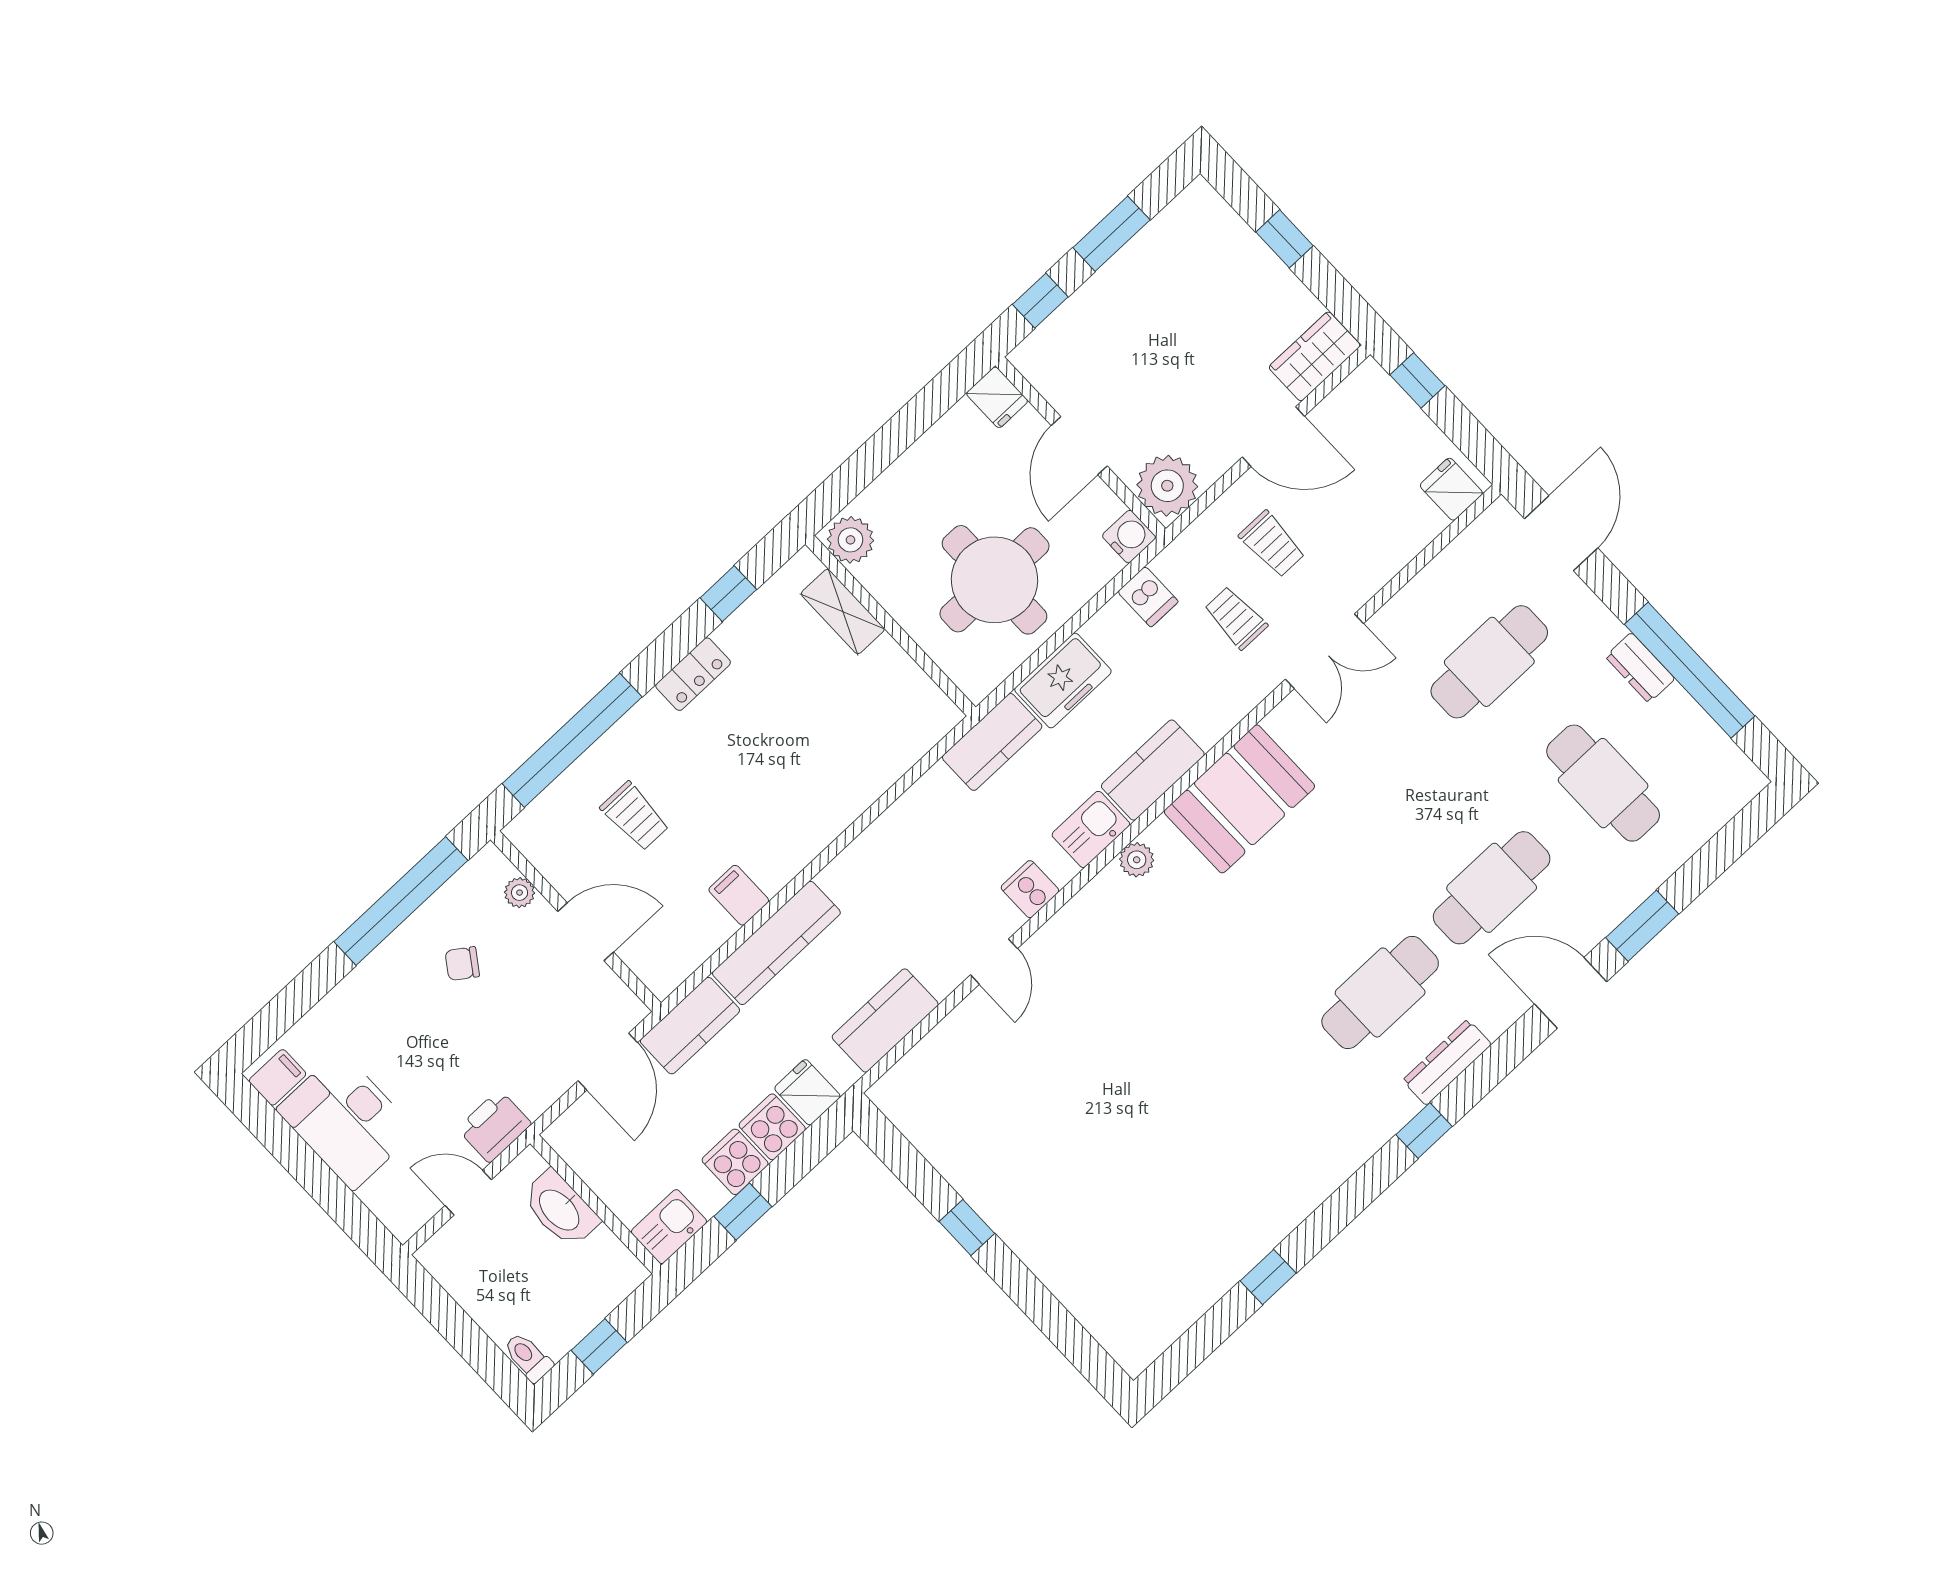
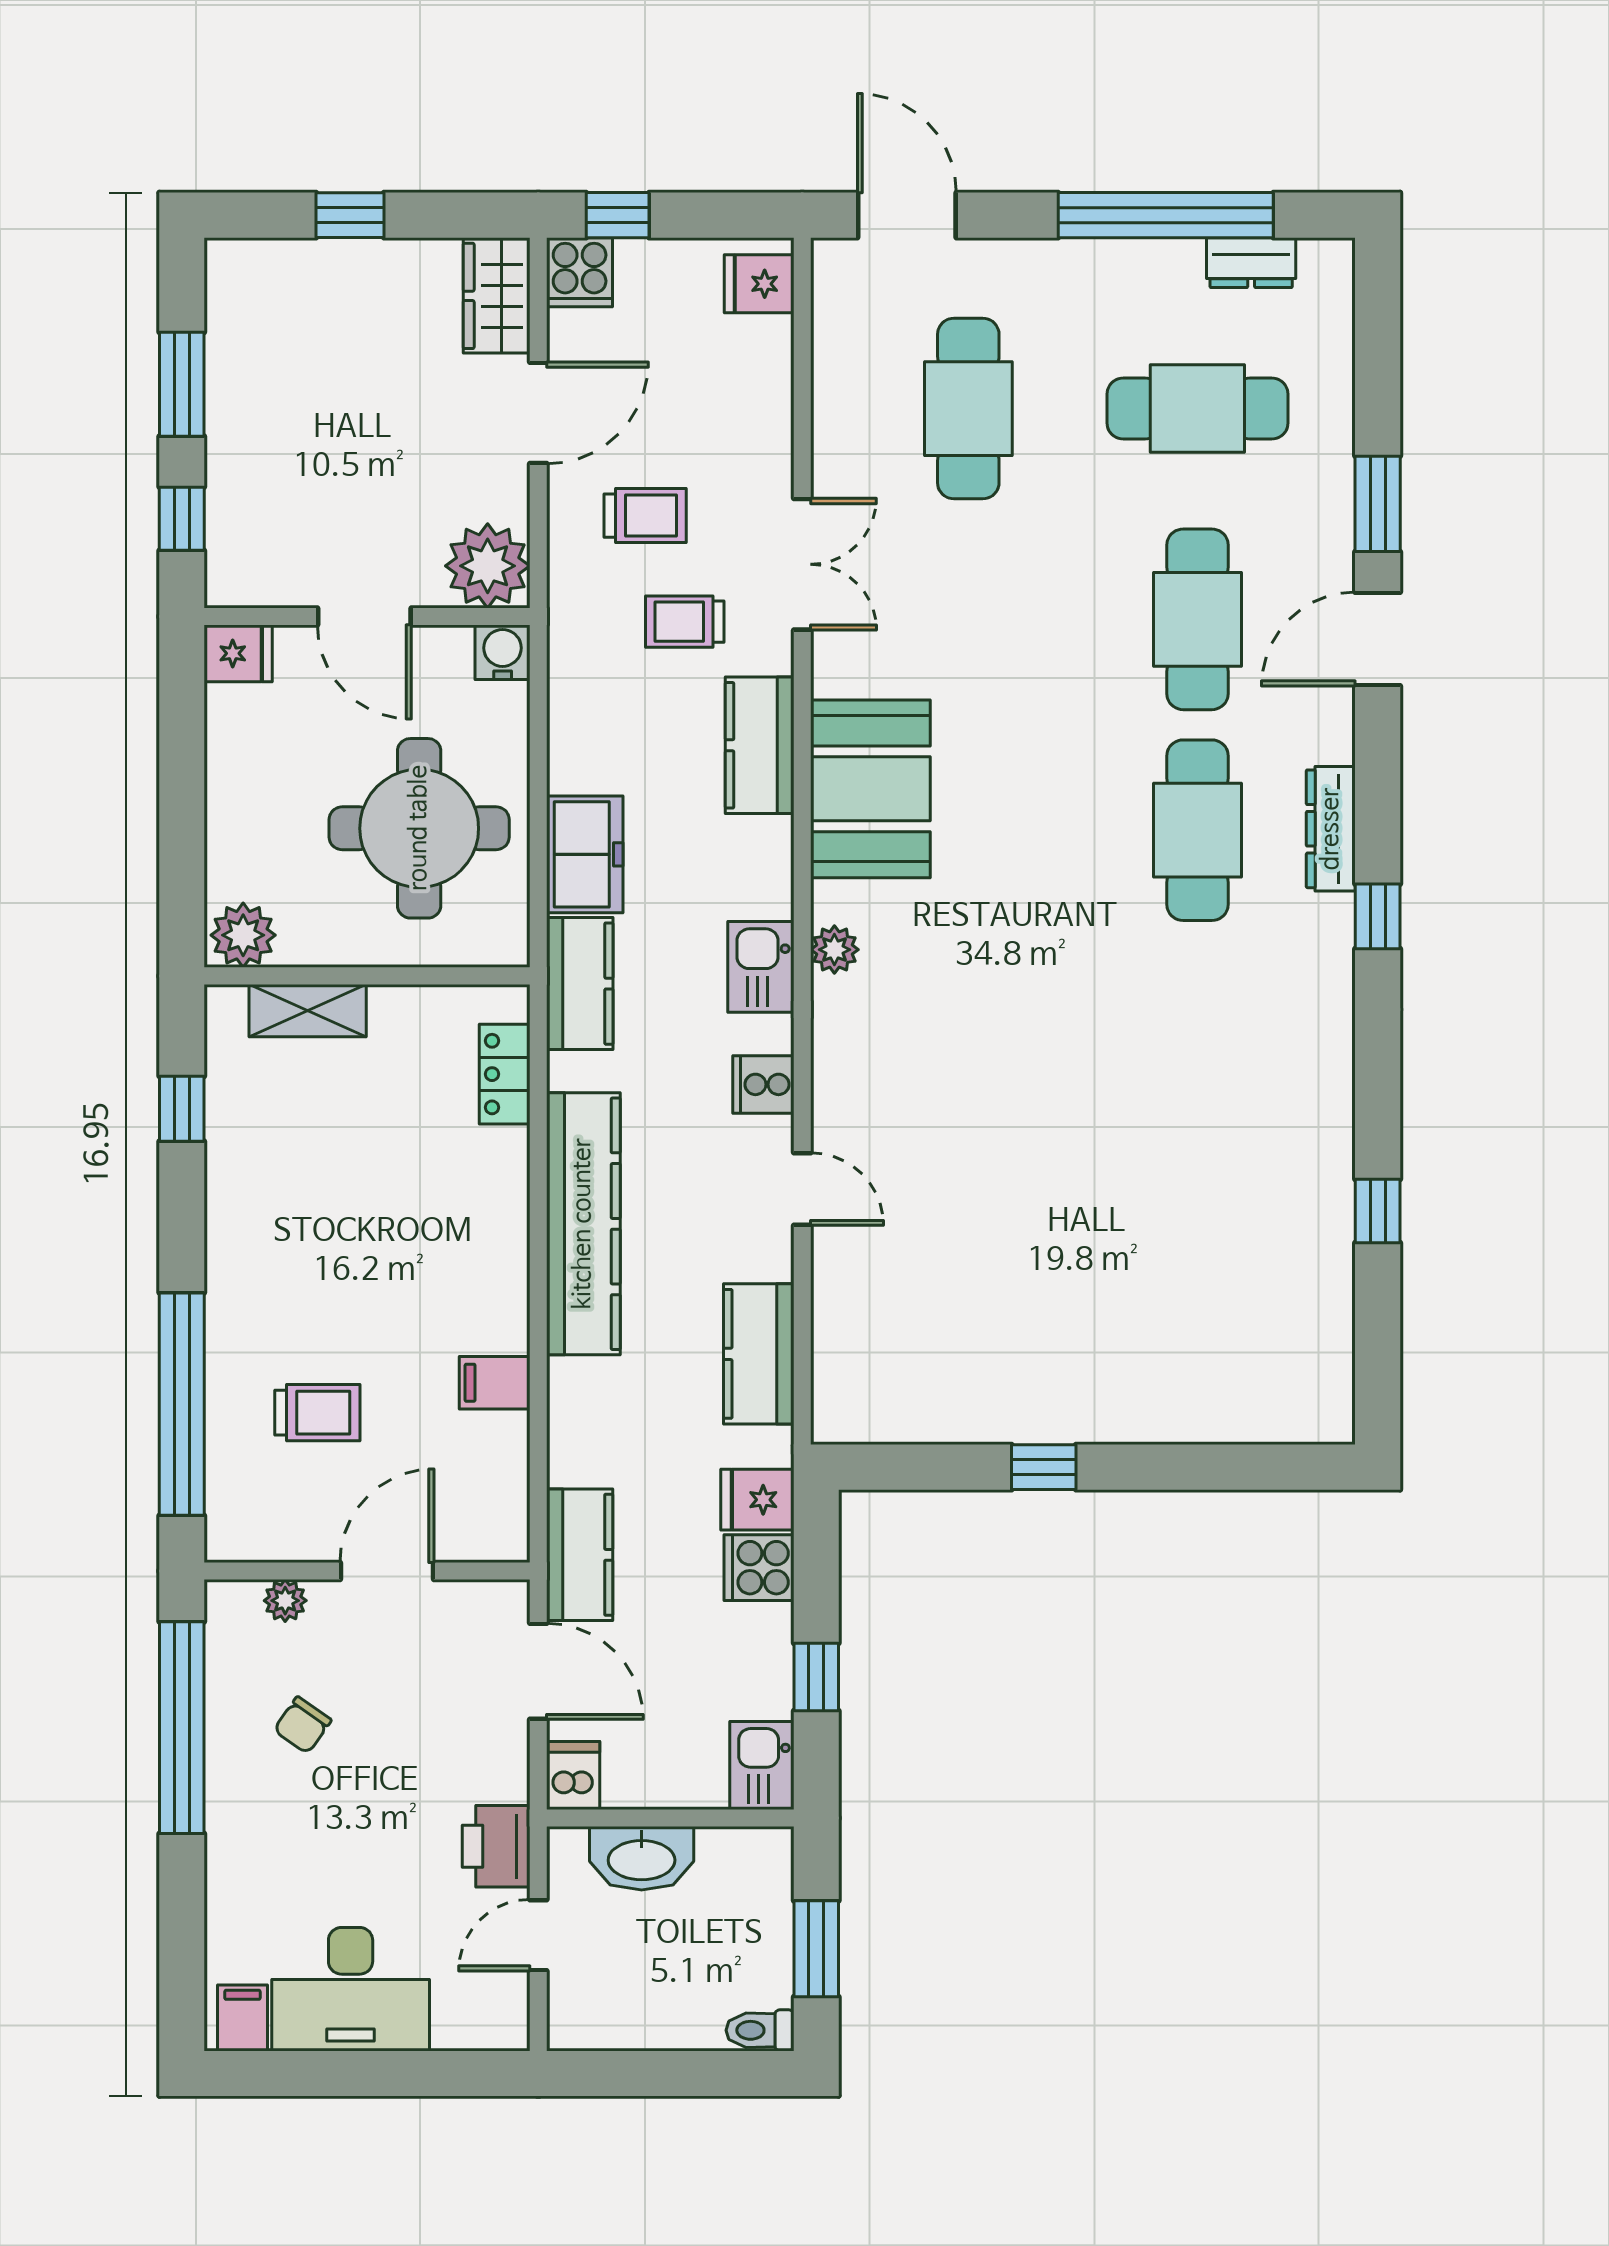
dishwasher: (1148, 597) -> (573, 1776), moved, turned -90
dresser: (1640, 668) -> (1251, 263), moved
locker: (693, 674) -> (505, 1074), moved, turned 180
kitchen counter: (1153, 770) -> (760, 745), moved
kitchen counter: (776, 943) -> (583, 1224), moved, width x1.39, depth x1.17
cooker: (735, 1162) -> (580, 272), moved, turned -90
window: (599, 1346) -> (816, 1949), width x1.50

